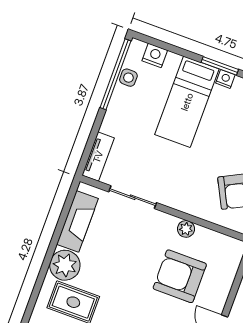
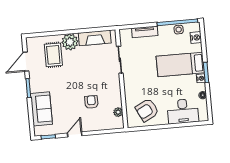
tv unit: (98, 157) -> (145, 32), moved
plant: (186, 229) -> (118, 112), moved
armchair: (180, 276) -> (91, 102), width x0.53, depth x0.53

